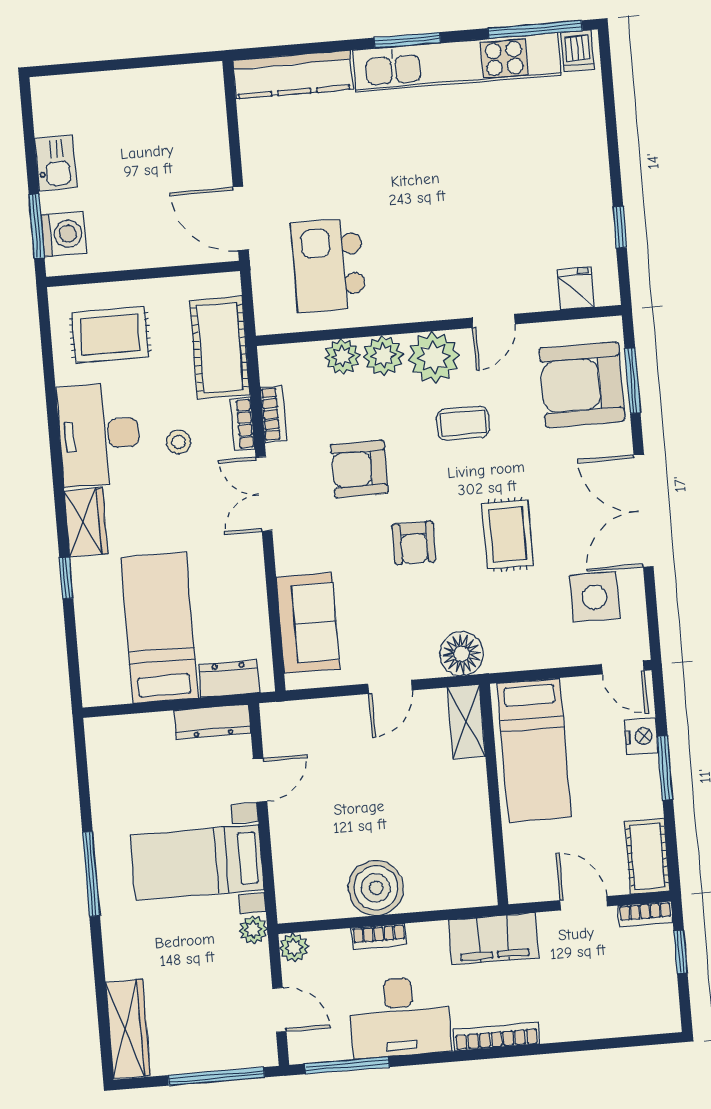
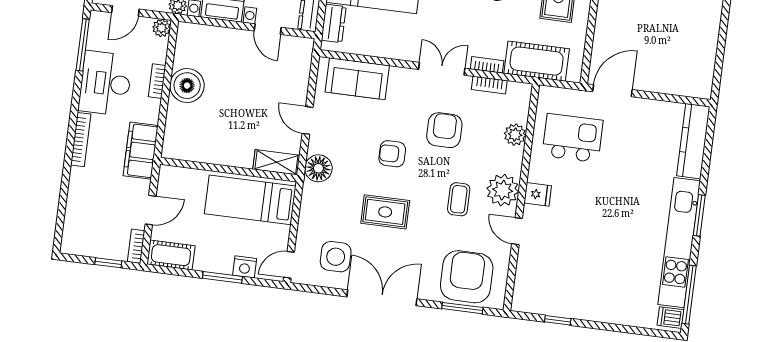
fridge: (576, 289) -> (538, 194), moved
plant: (383, 356) -> (510, 159), removed
stool: (179, 442) -> (484, 24), removed

